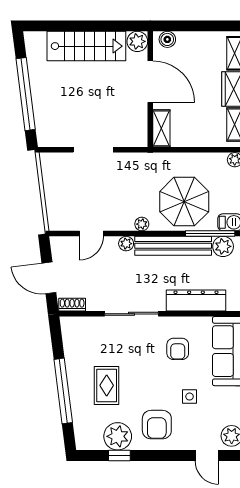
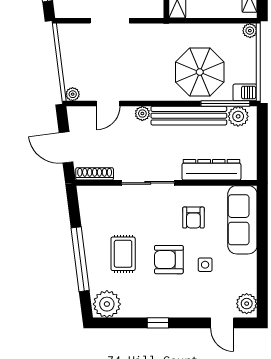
plant: (142, 224) -> (73, 94), moved
shoe rack: (72, 305) -> (95, 174), width x1.43
armchair: (157, 425) -> (169, 260), moved, turned 90
plant: (118, 436) -> (107, 304), moved
window: (119, 455) -> (158, 323), moved

